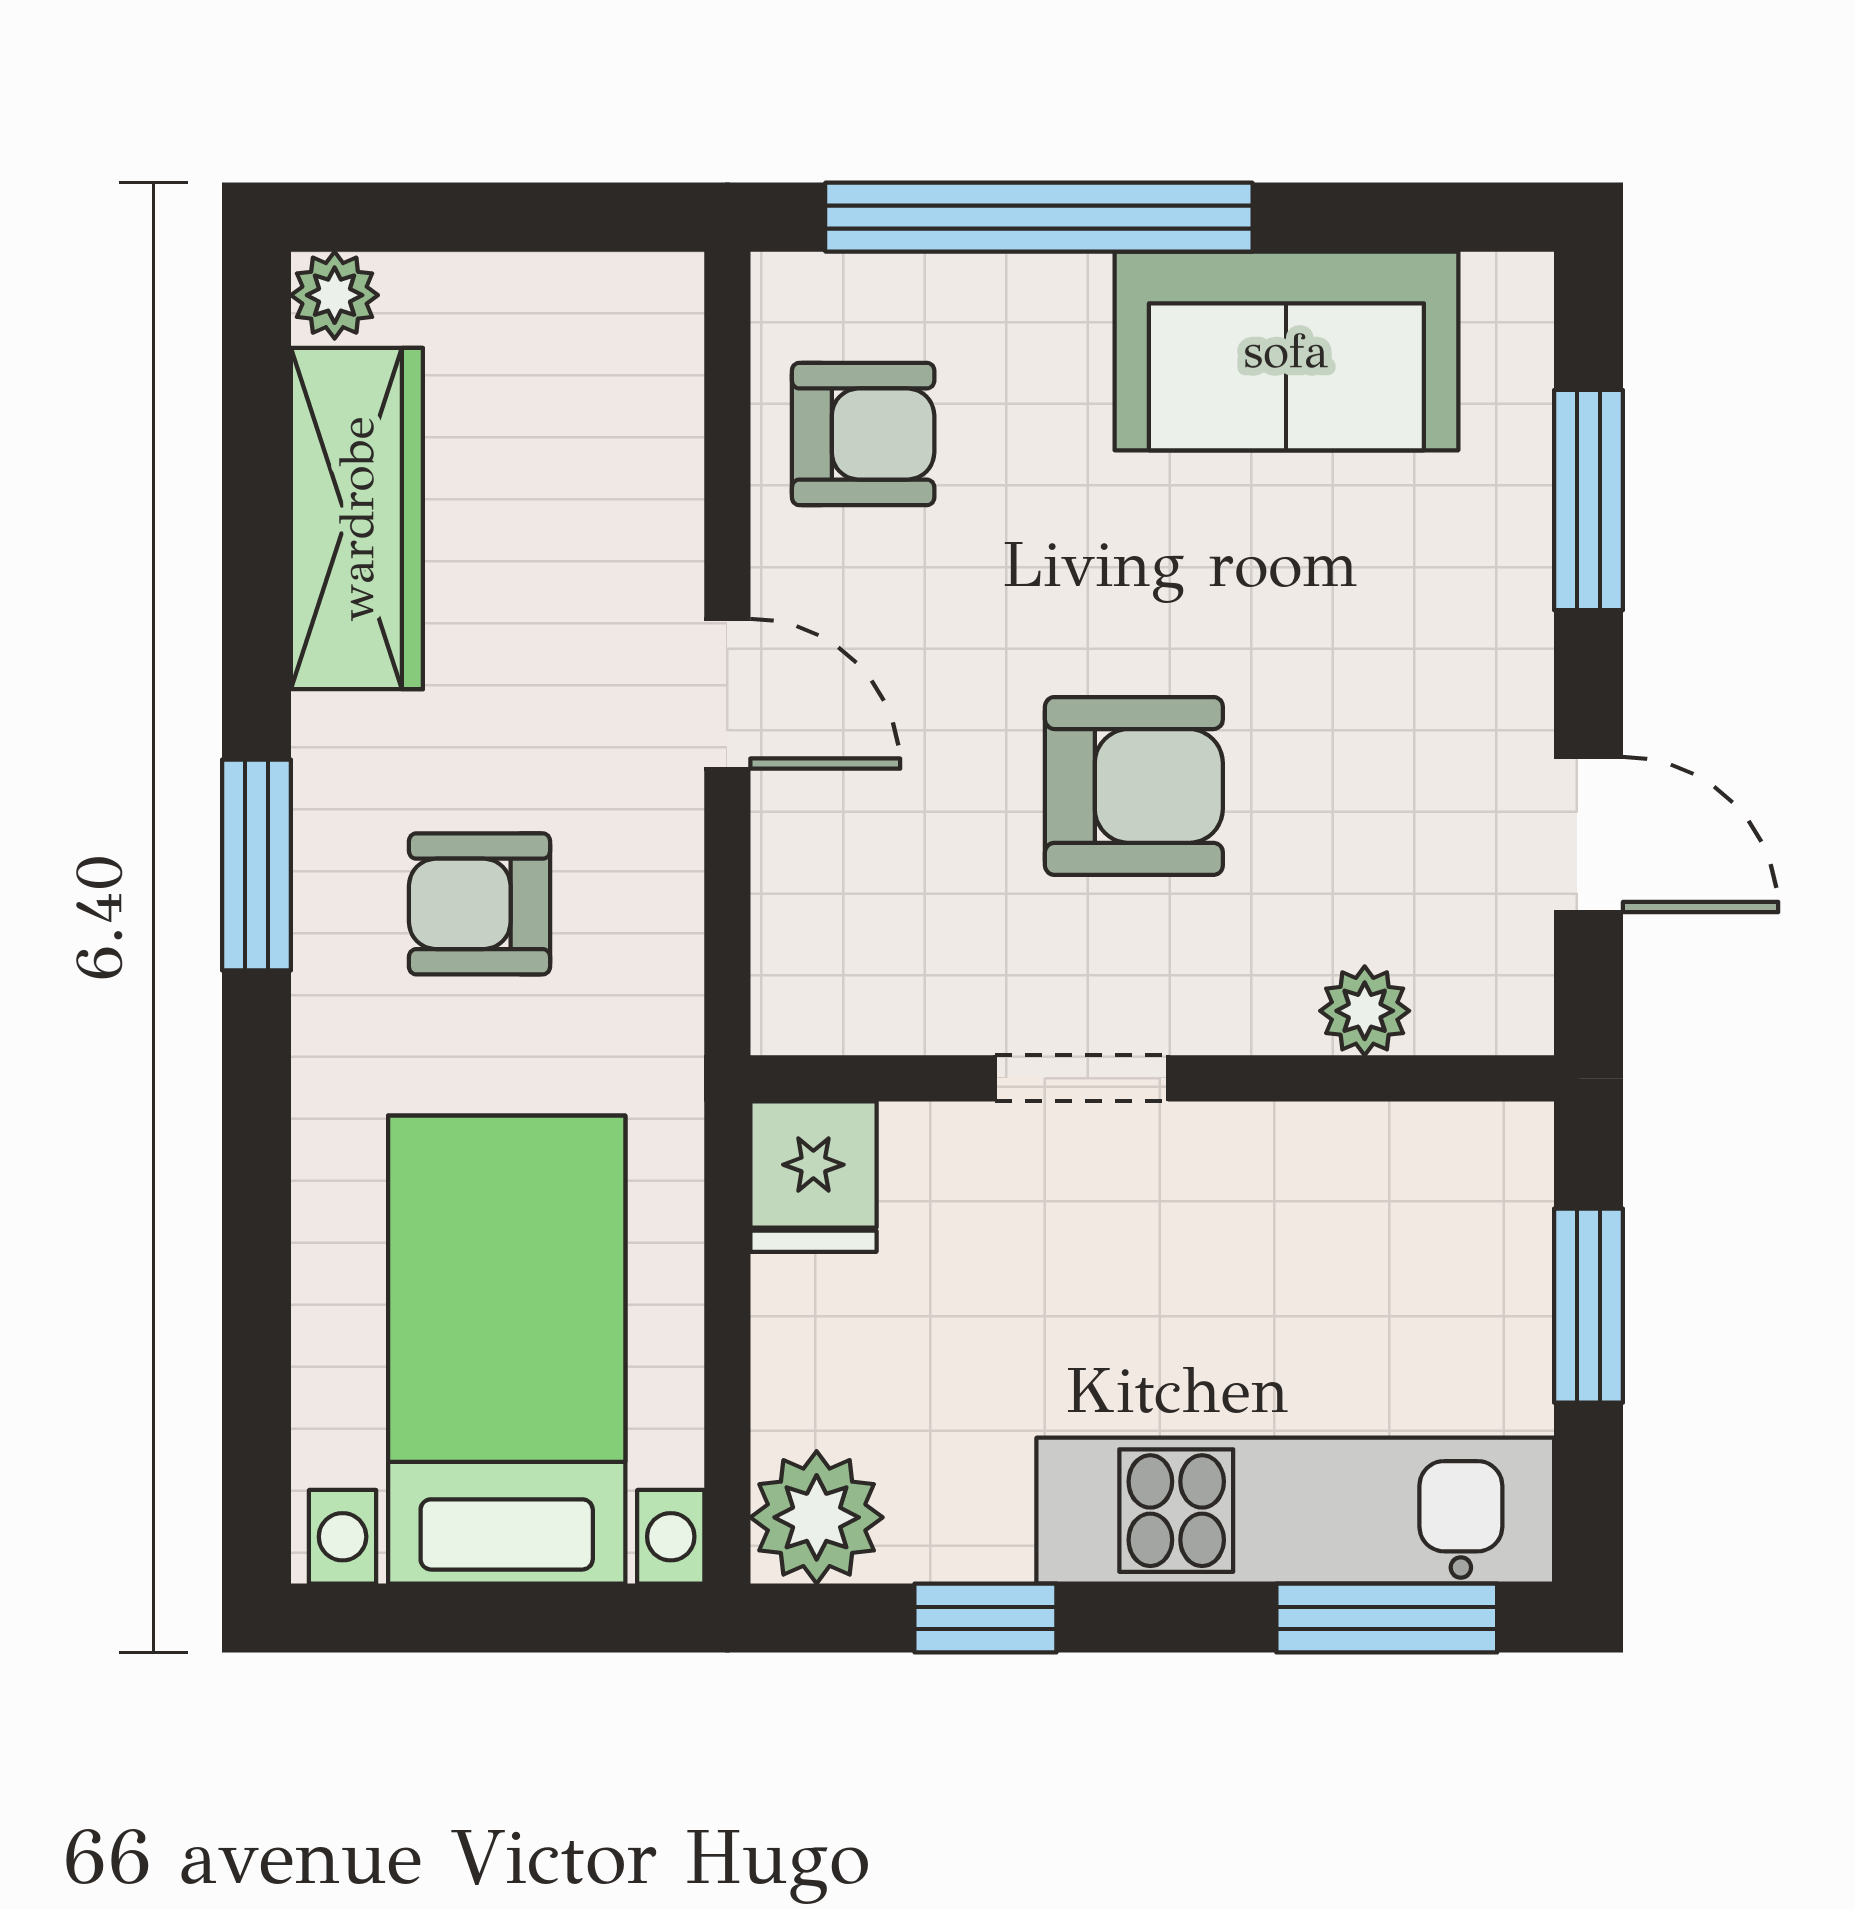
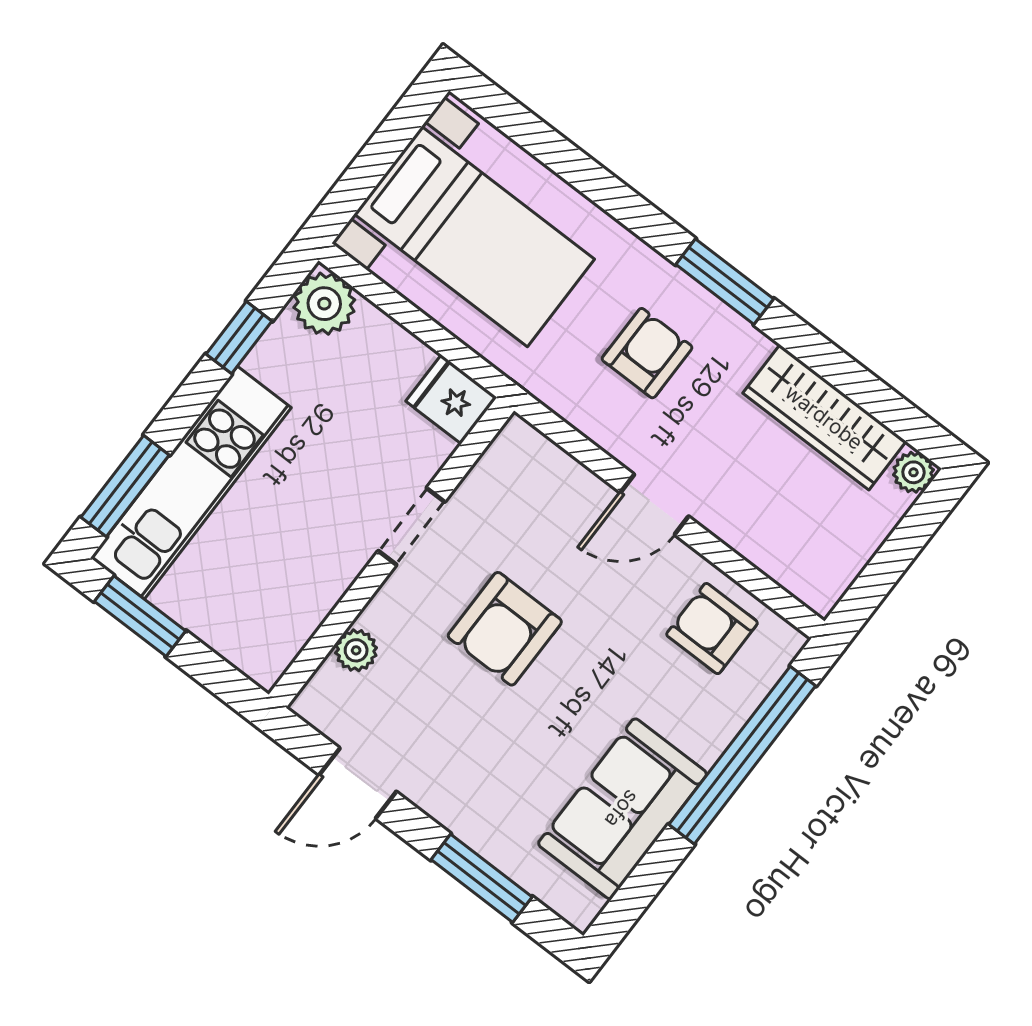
armchair: (863, 434) -> (712, 629), turned 90
window: (1588, 1306) -> (140, 616), moved

